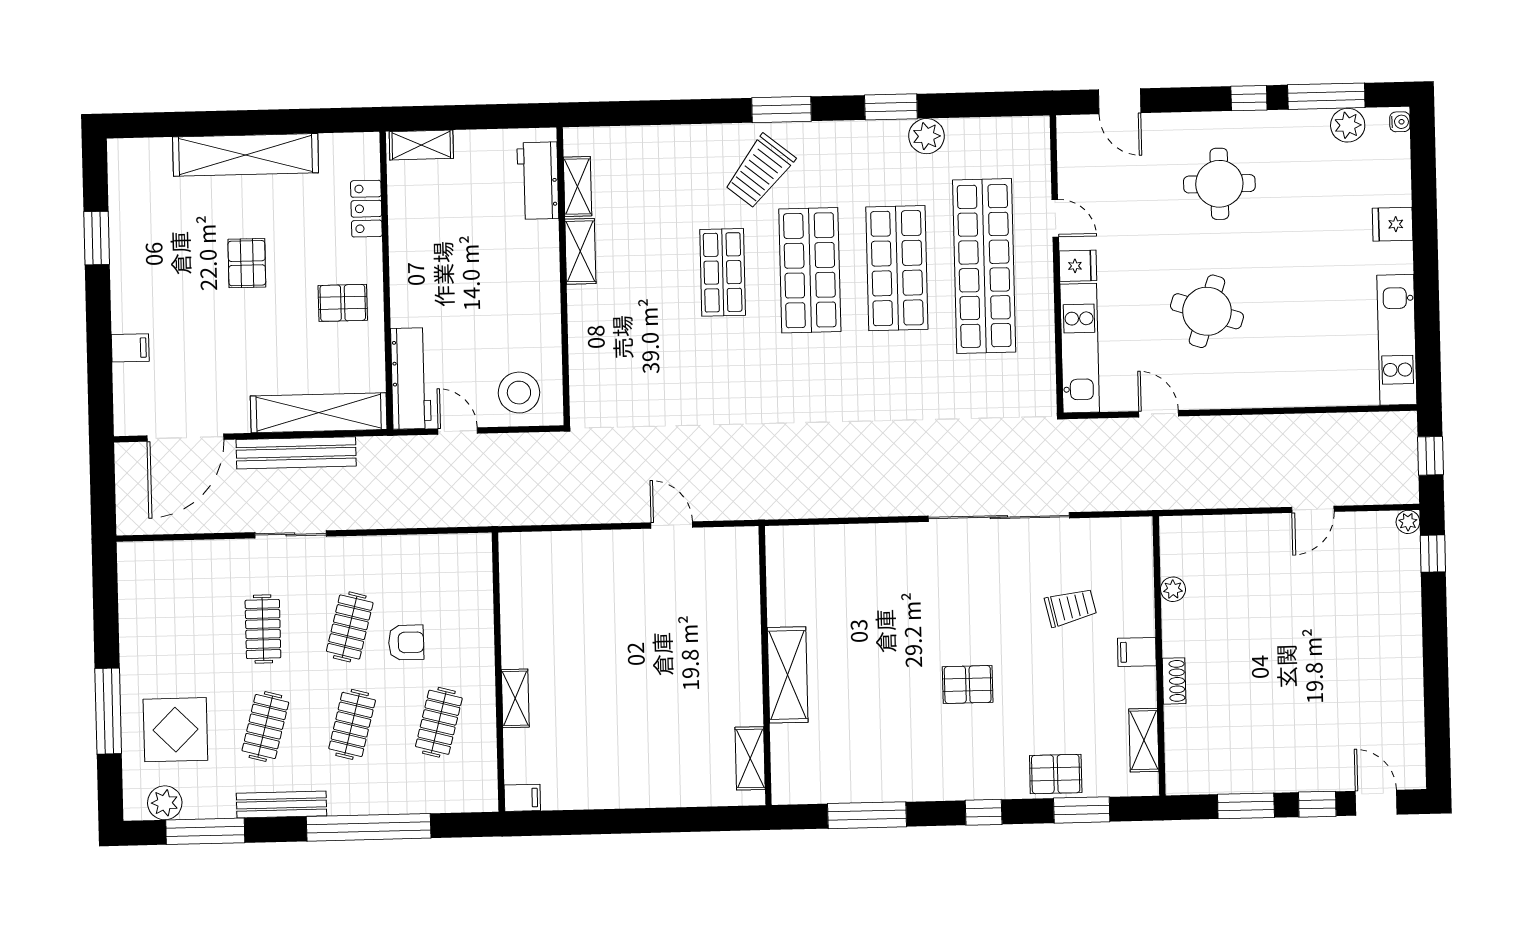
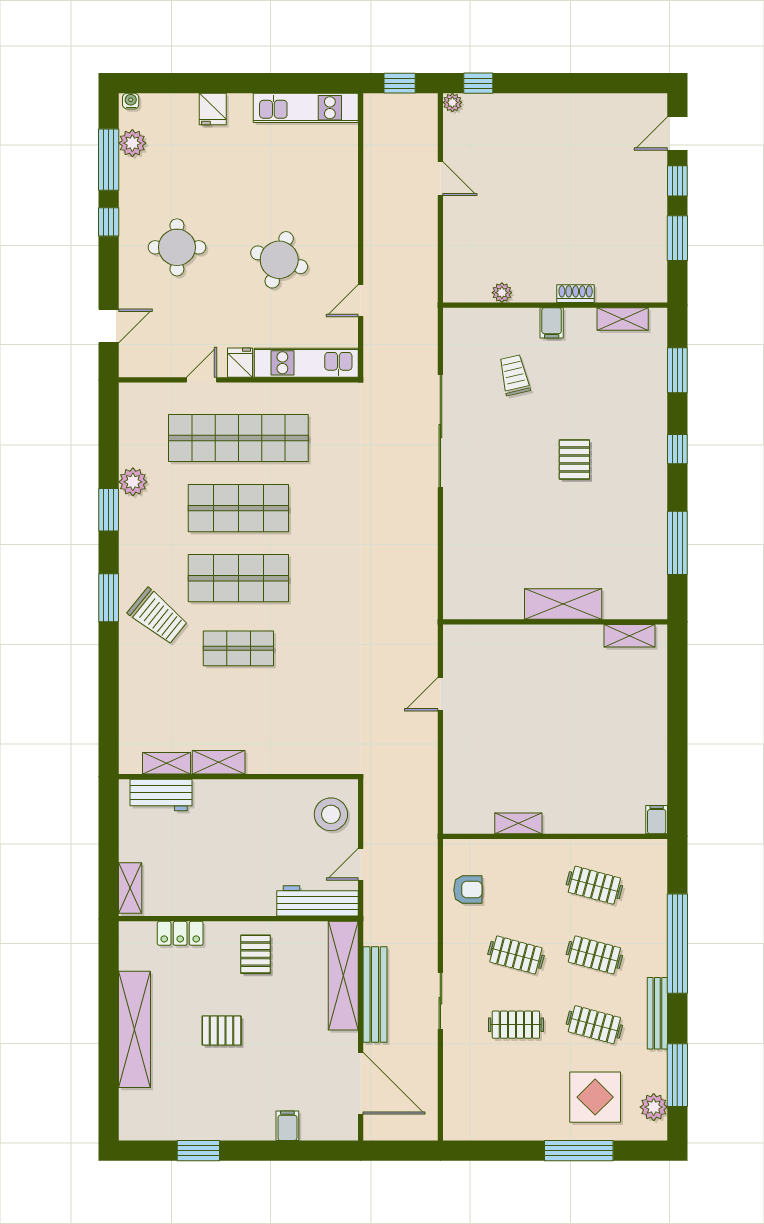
armchair: (406, 642) -> (468, 890), moved, turned 90
shelving: (515, 698) -> (518, 823), moved
pallet: (1056, 774) -> (648, 390), removed

